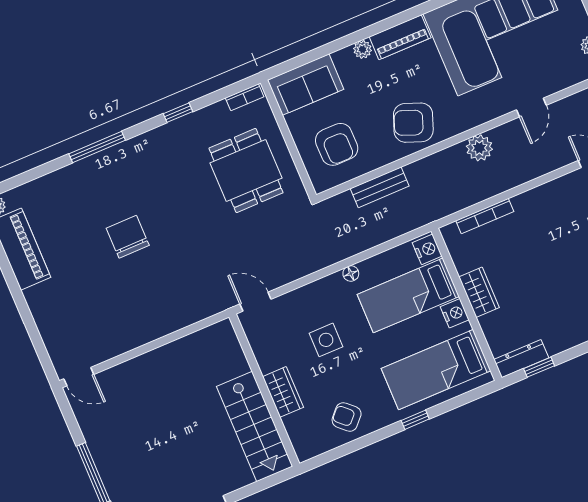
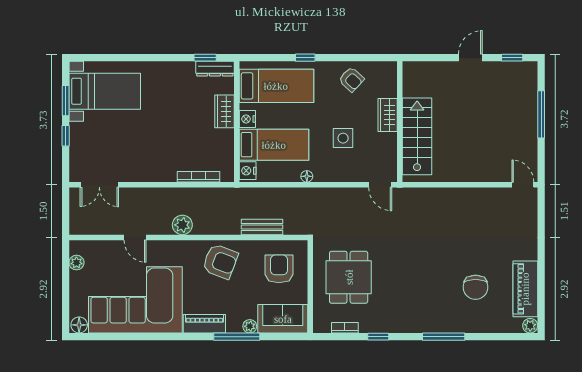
window: (353, 38) -> (237, 337), added
plant: (362, 49) -> (250, 326), moved
bookcase: (245, 97) -> (345, 328), moved
door: (531, 108) -> (135, 237), swing flipped
chair: (128, 237) -> (476, 287), moved
wardrobe: (479, 292) -> (224, 111), moved
stairs: (255, 426) -> (417, 136), moved

